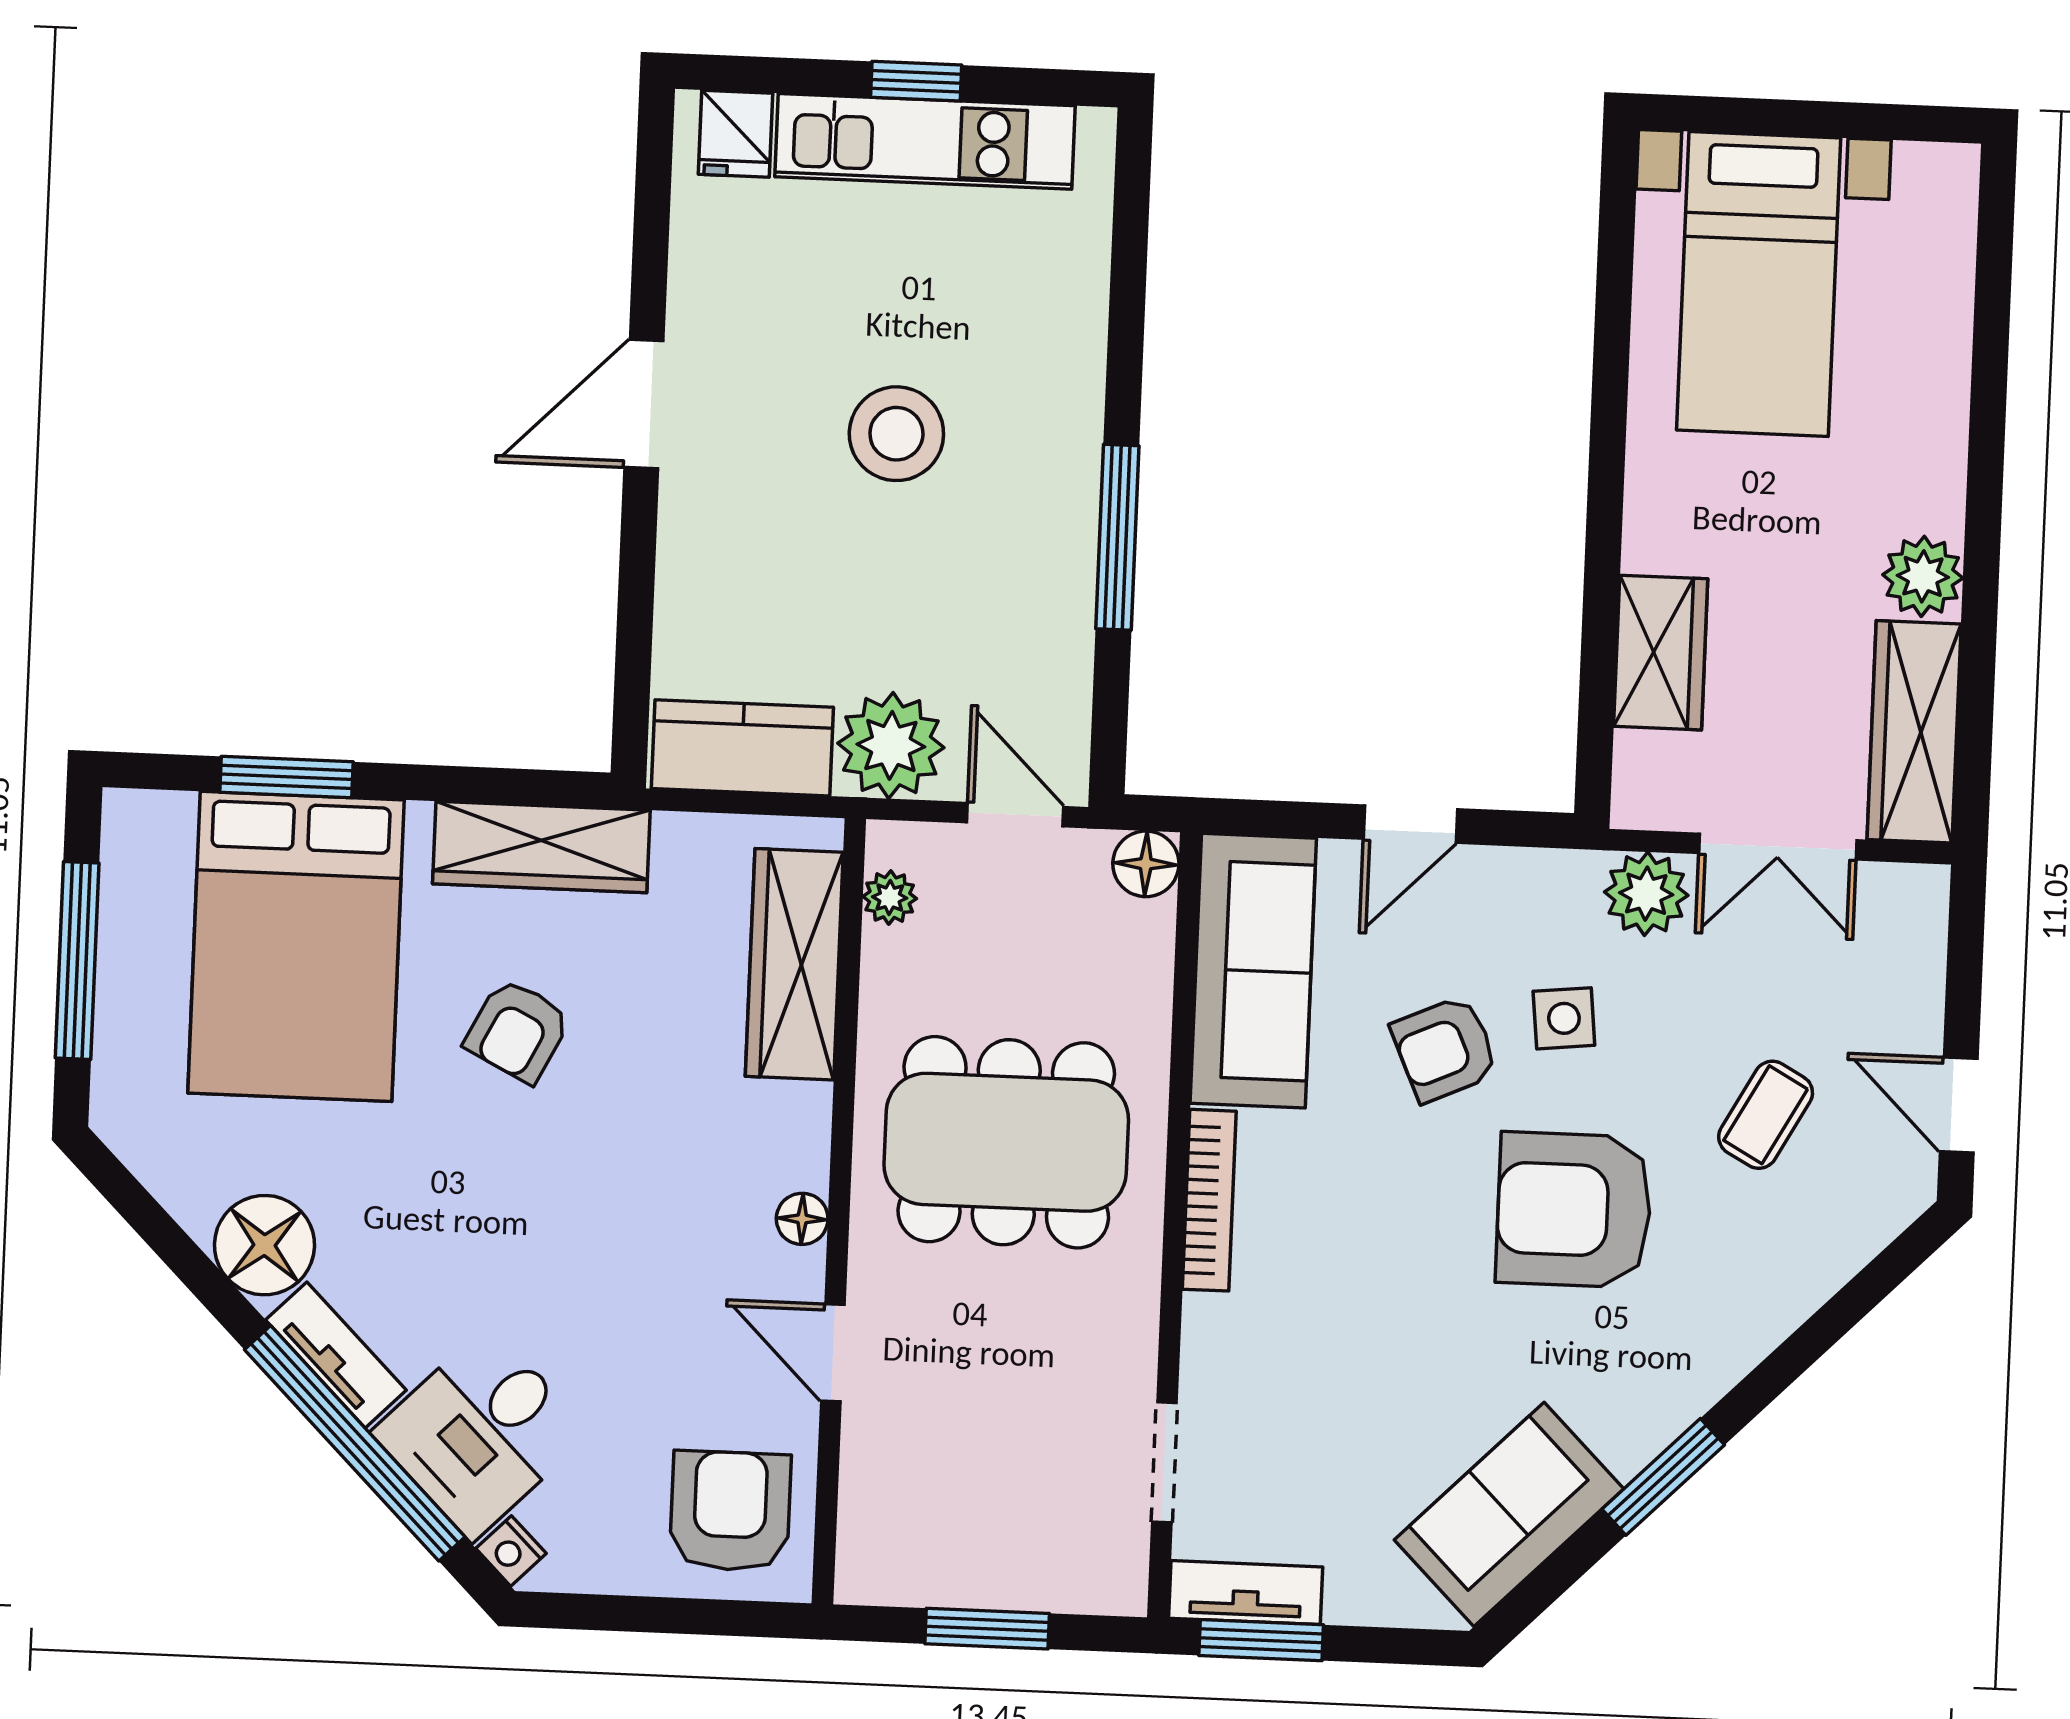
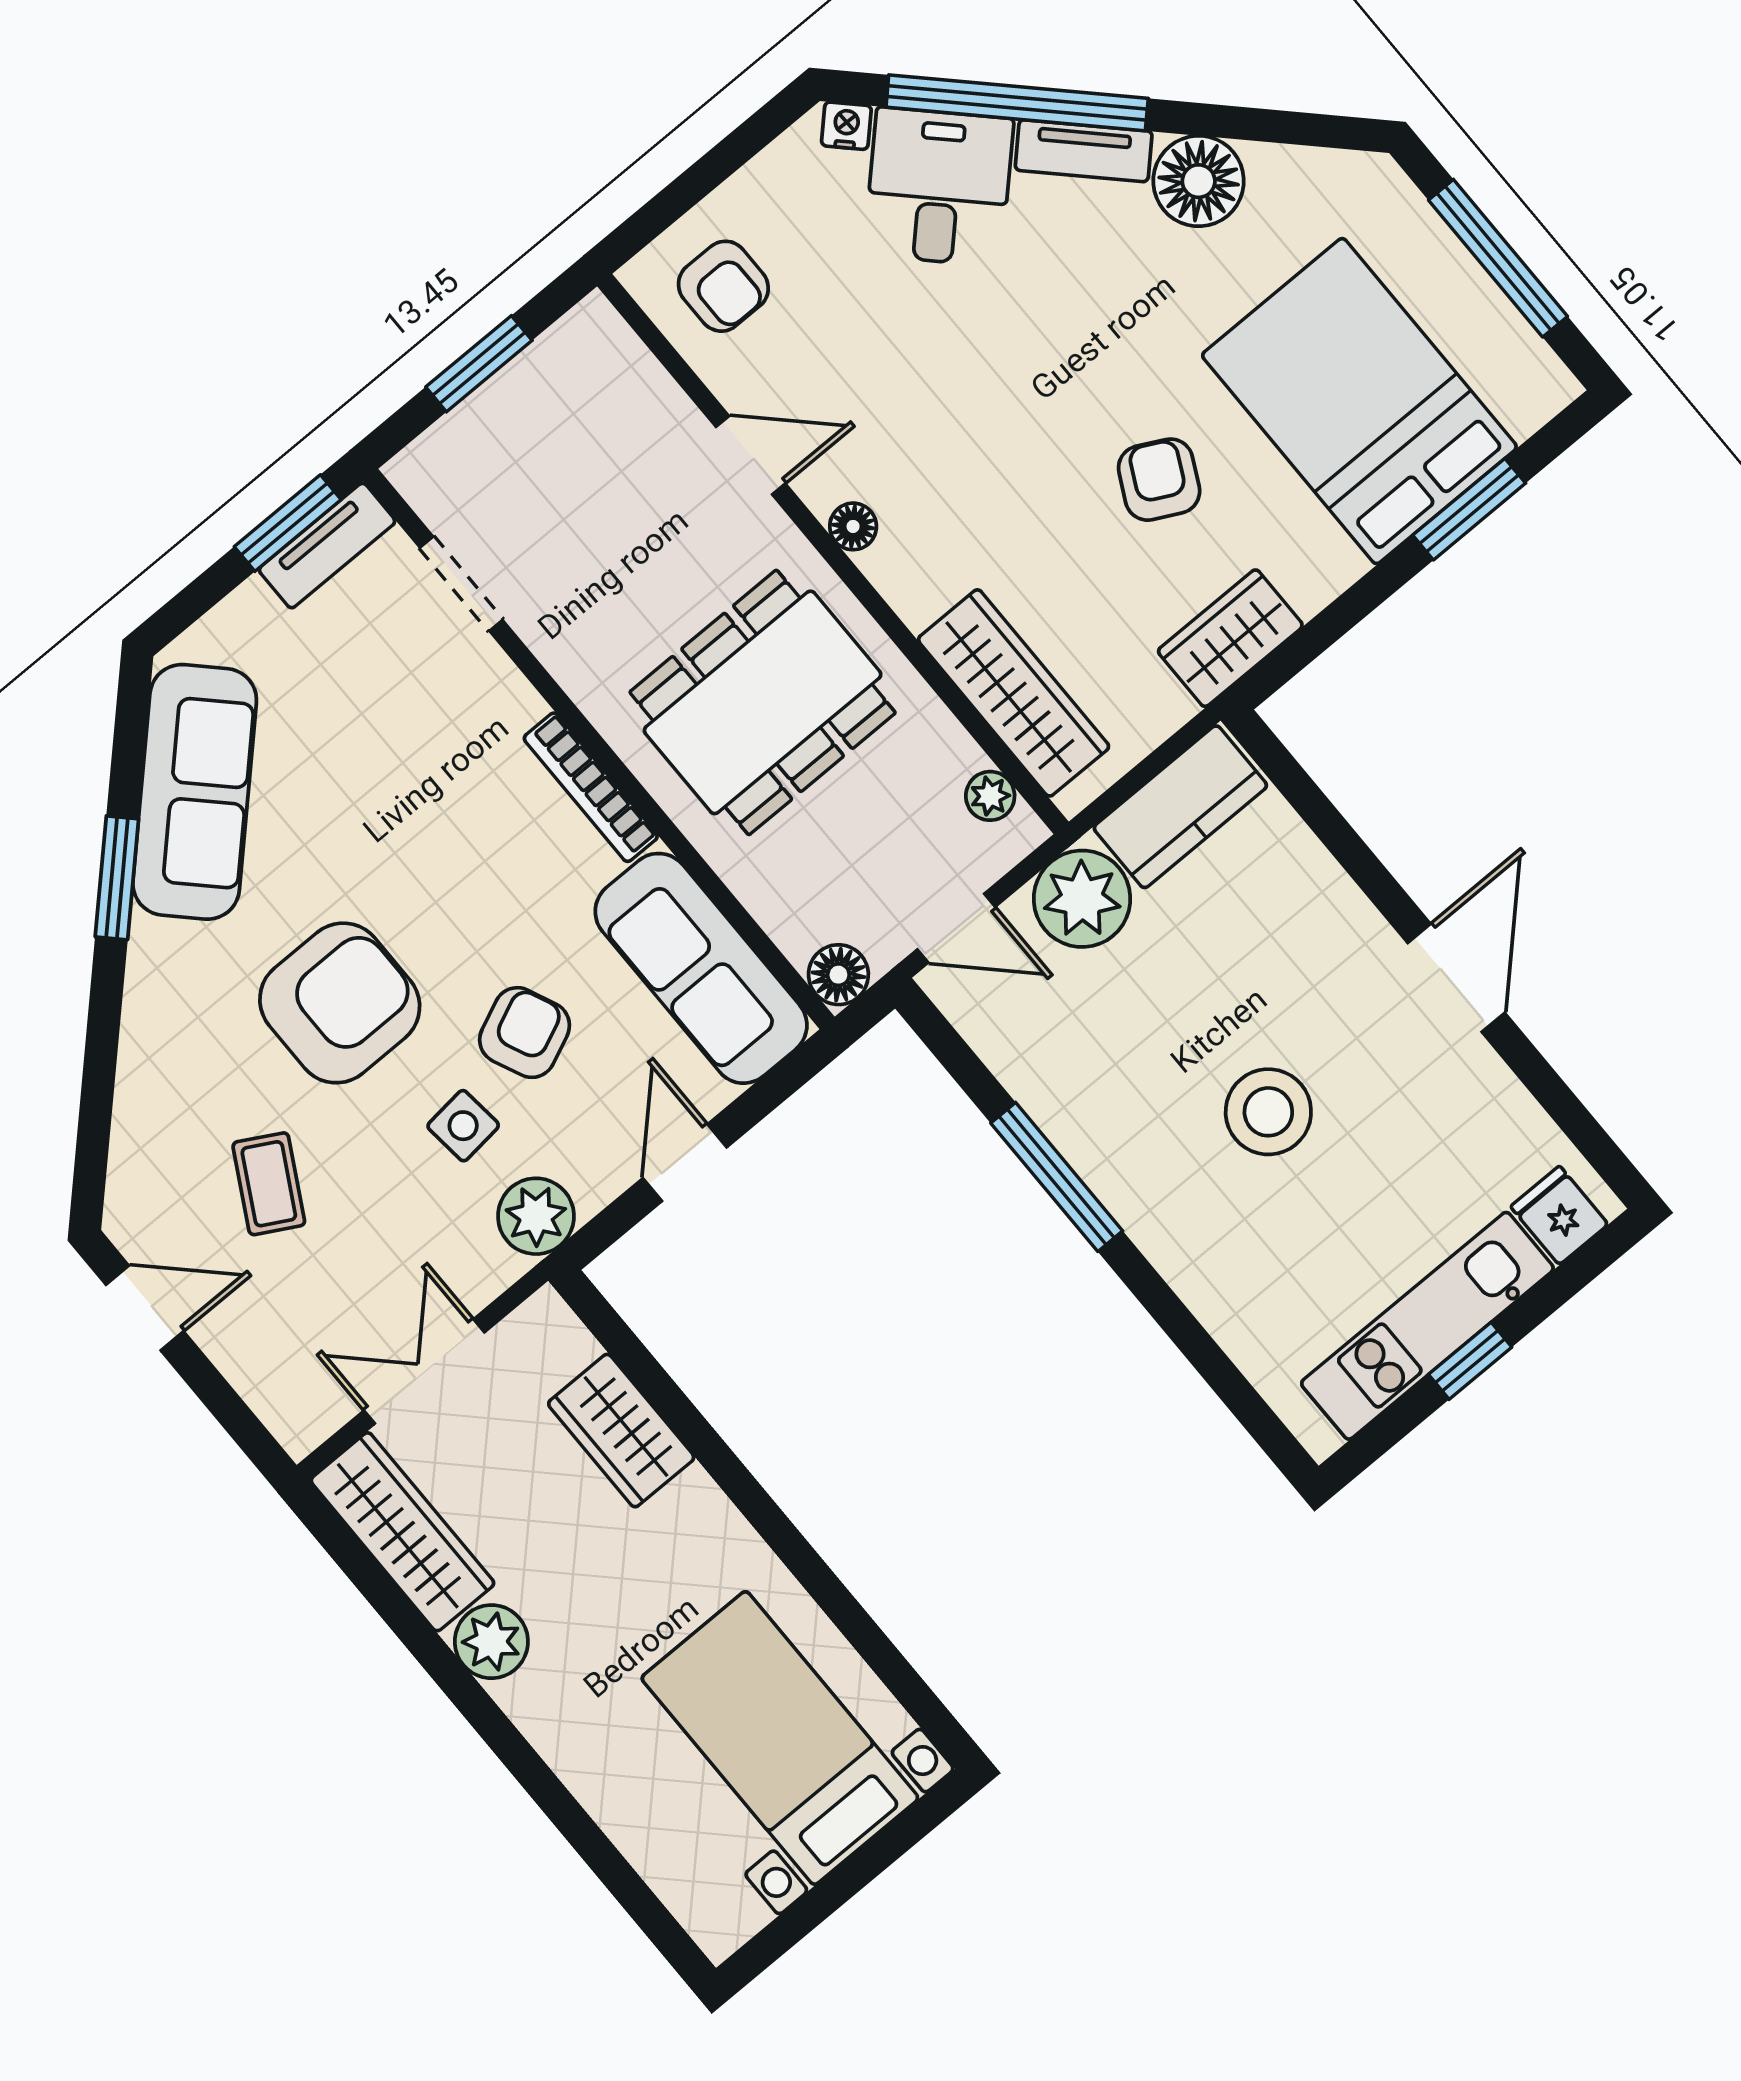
wardrobe: (541, 847) -> (1230, 638), width x0.67
plant: (1646, 894) -> (536, 1216), moved
armchair: (730, 1511) -> (723, 286), width x0.72, depth x0.72
sofa: (1509, 1514) -> (195, 792), width x1.36

